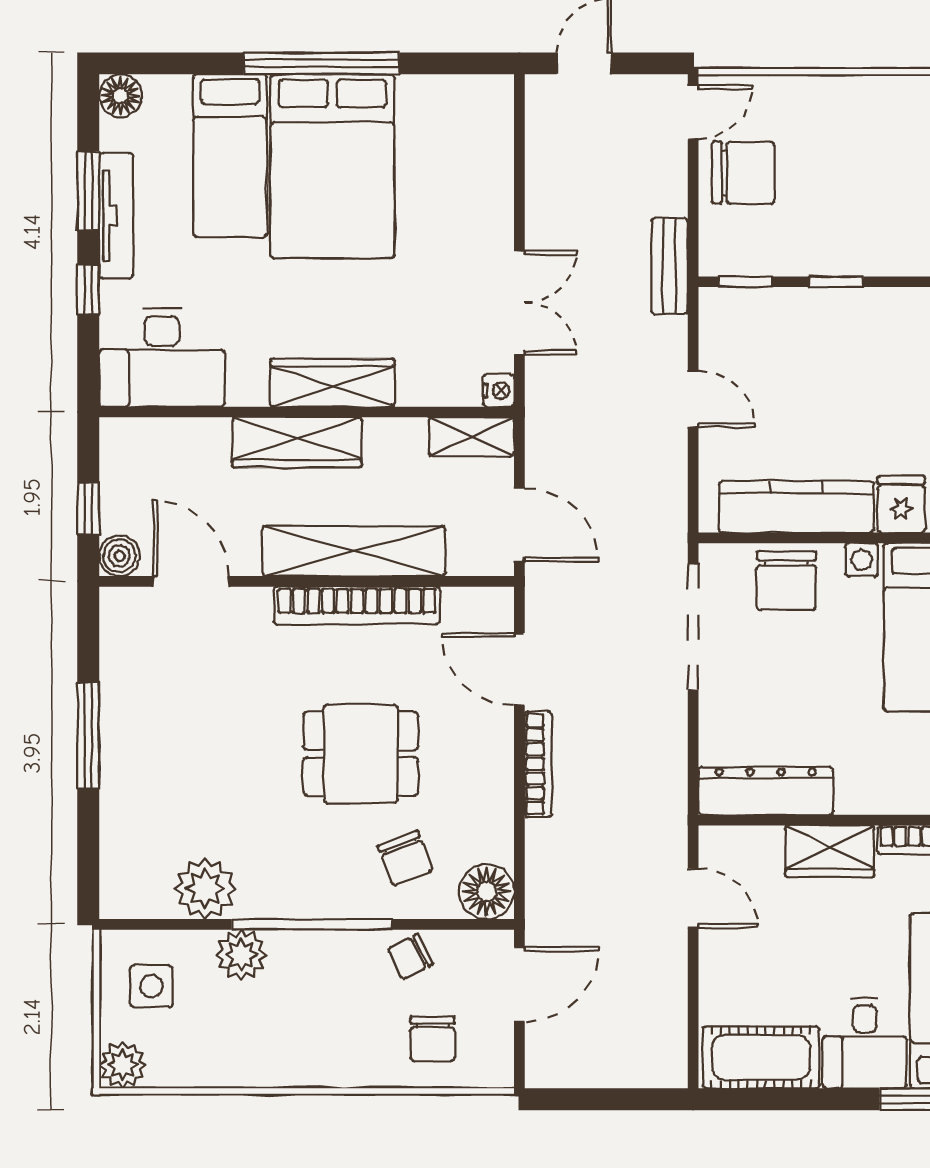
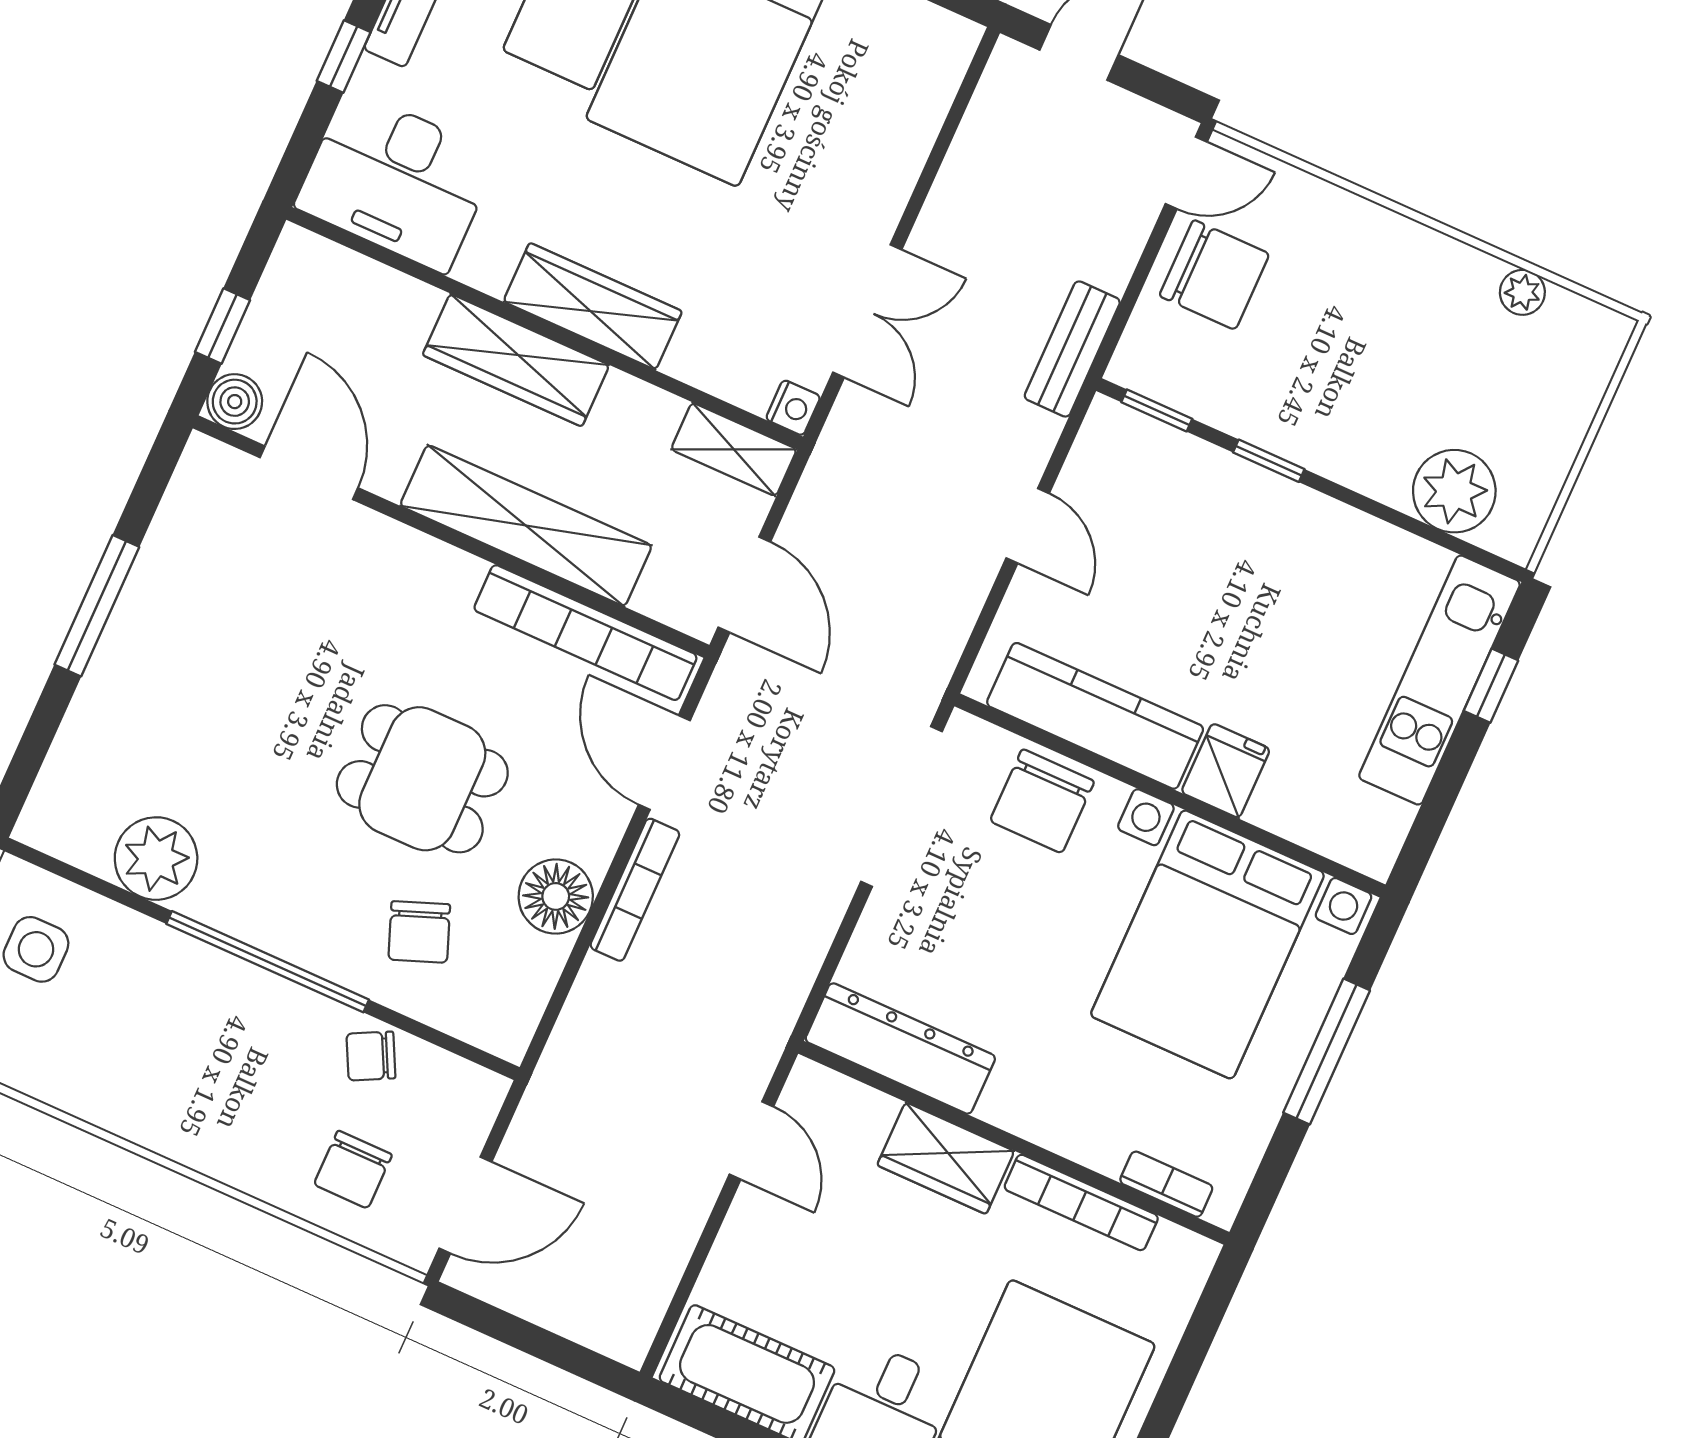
bookcase: (357, 605) -> (585, 633), moved
floor lamp: (487, 892) -> (556, 896), moved
plant: (241, 955) -> (164, 960), removed
door: (519, 984) -> (465, 1205), moved

